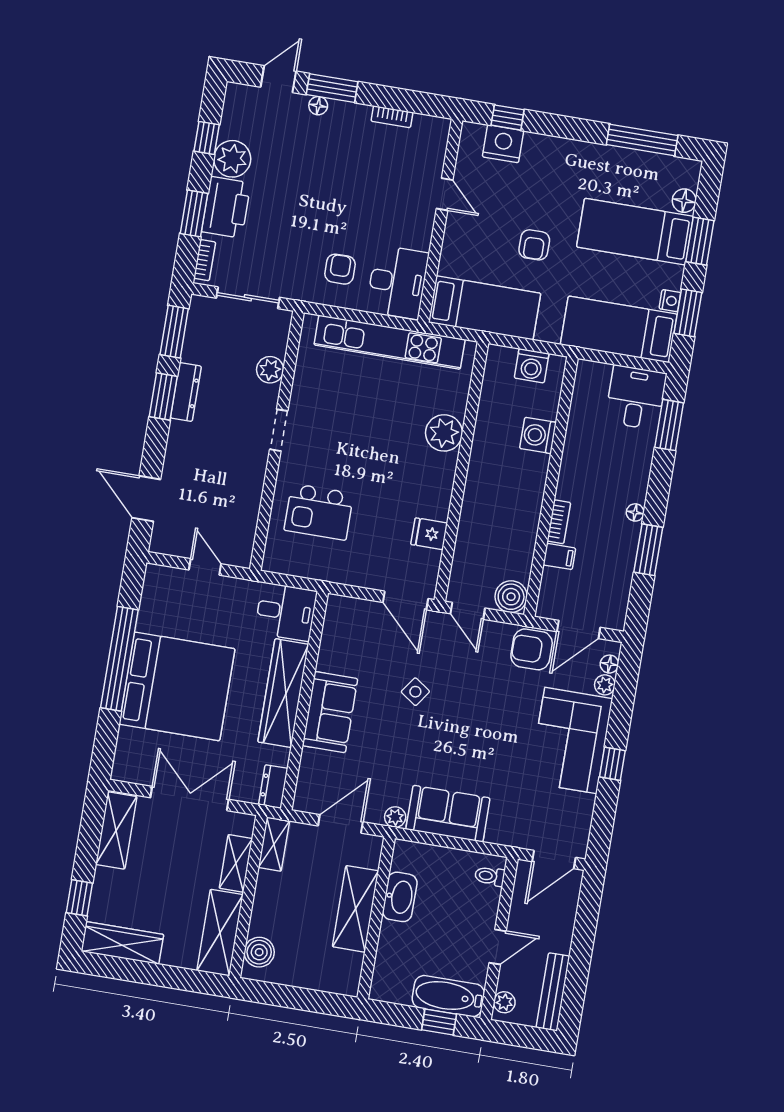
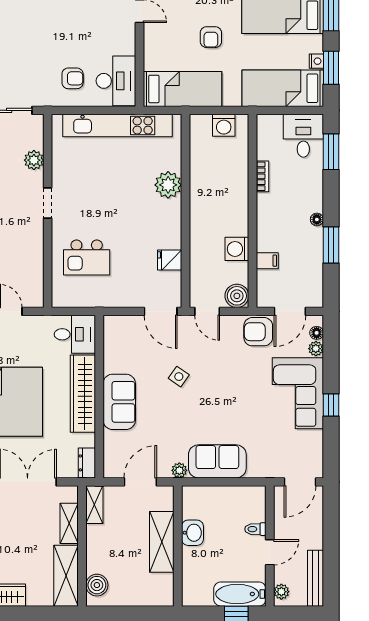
armchair: (340, 269) -> (73, 78), turned 90
washing machine: (538, 435) -> (237, 249), moved
bookcase: (559, 522) -> (262, 176), moved
toilet: (490, 876) -> (255, 529), moved
washbasin: (400, 897) -> (192, 533), width x0.72

